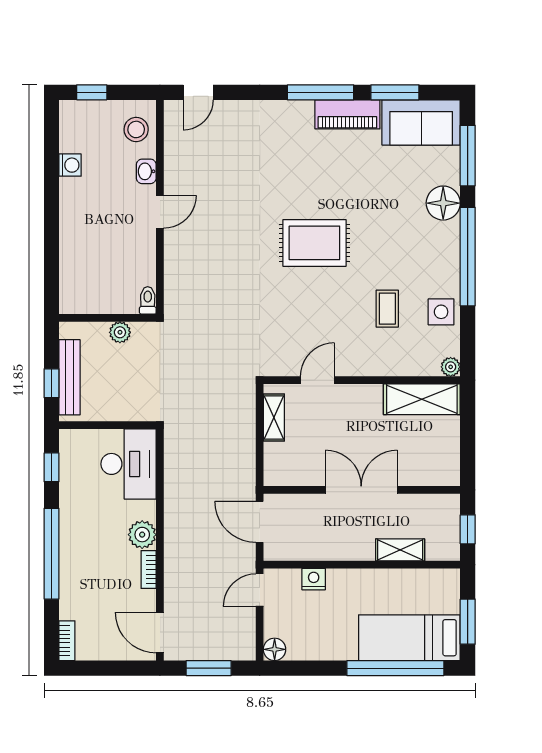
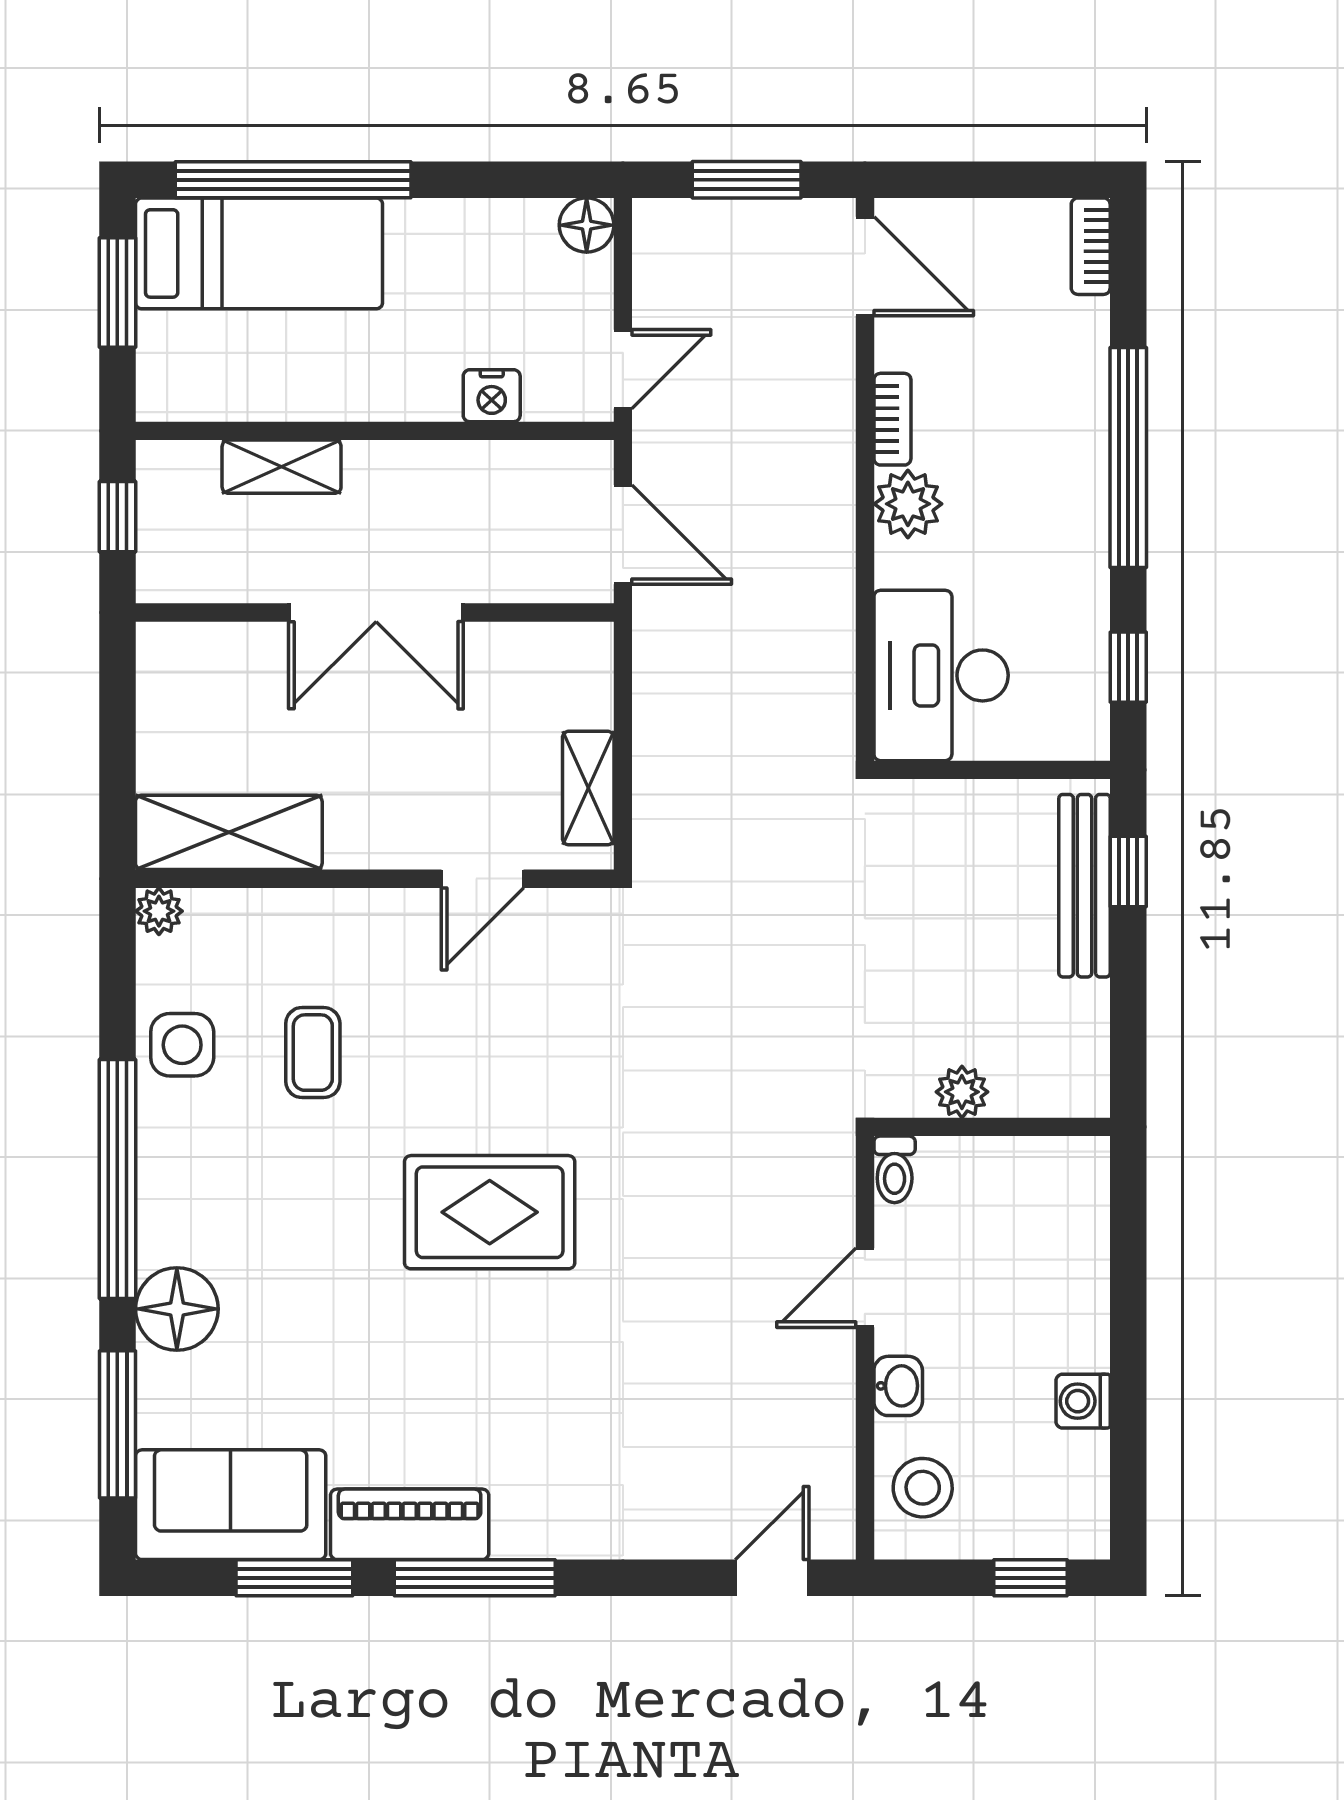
toilet: (148, 300) -> (895, 1169), moved
wall: (108, 318) -> (992, 1127), moved
plant: (120, 332) -> (962, 1092), moved

